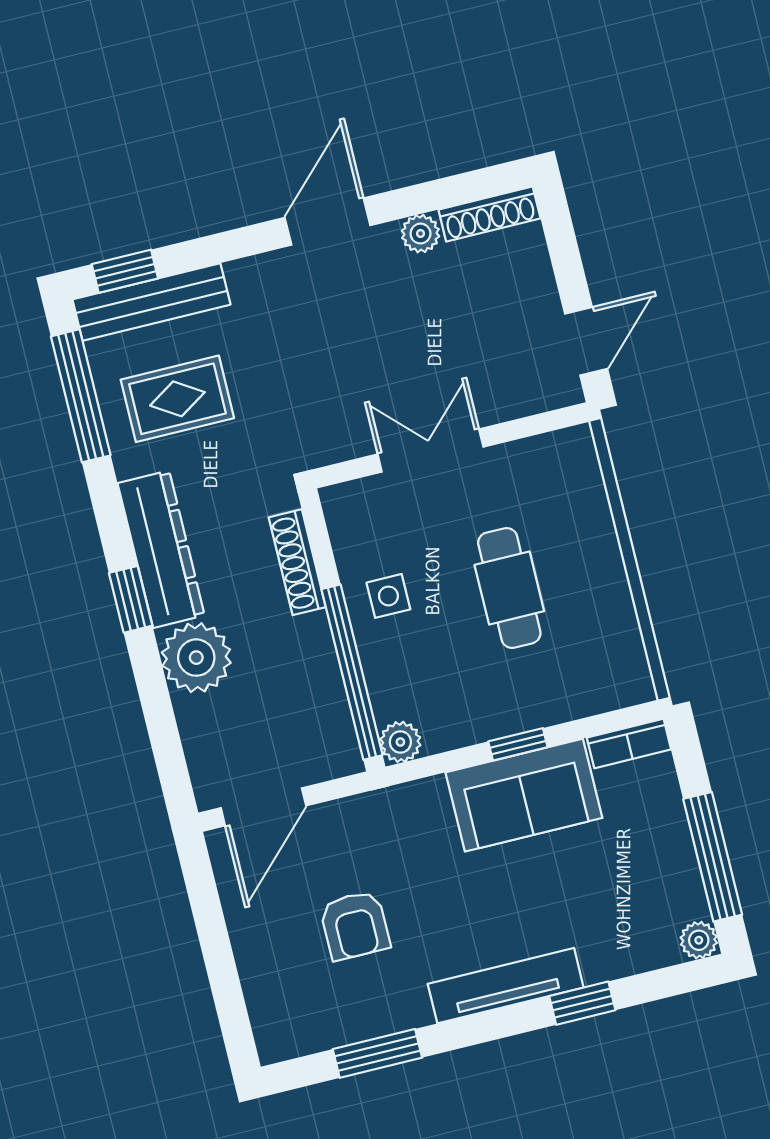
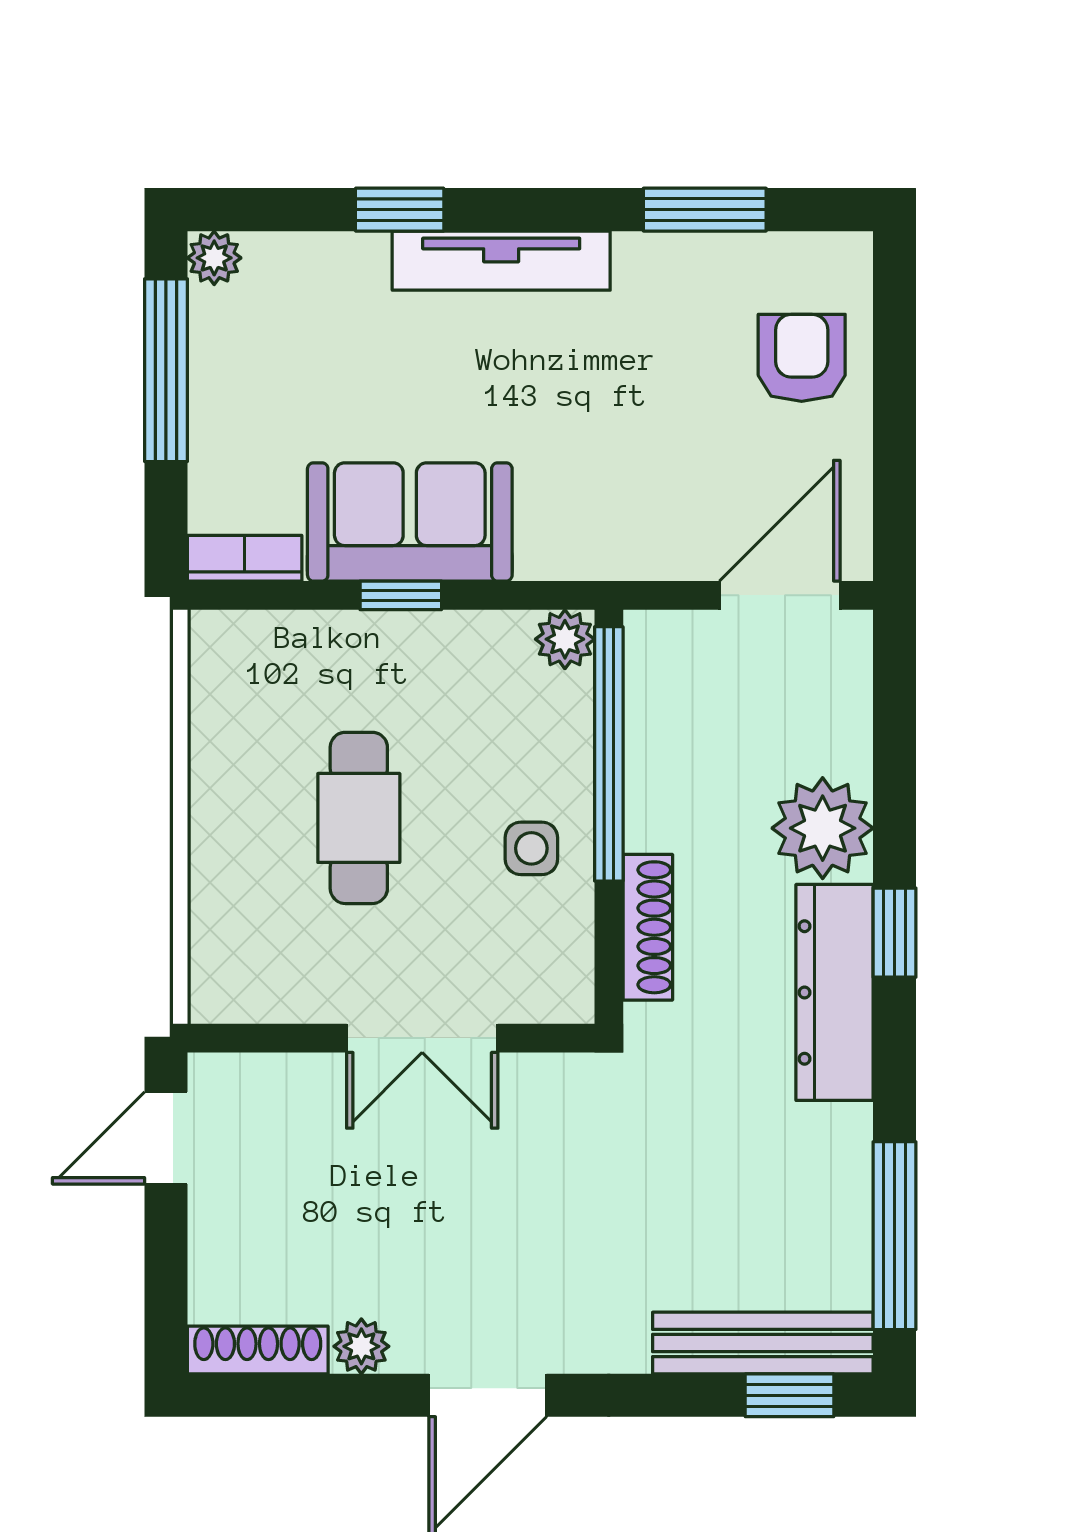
rug: (177, 399) -> (760, 1198), removed
armchair: (355, 925) -> (802, 358), moved

